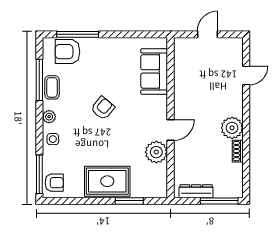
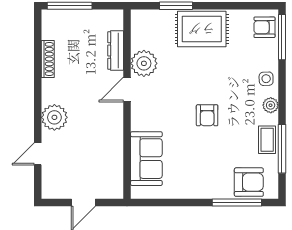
armchair: (103, 108) -> (207, 115), turned -40
plant: (232, 128) -> (54, 117), moved
shoe rack: (238, 151) -> (48, 59), width x1.43
dresser: (196, 191) -> (116, 51), moved, turned 90

